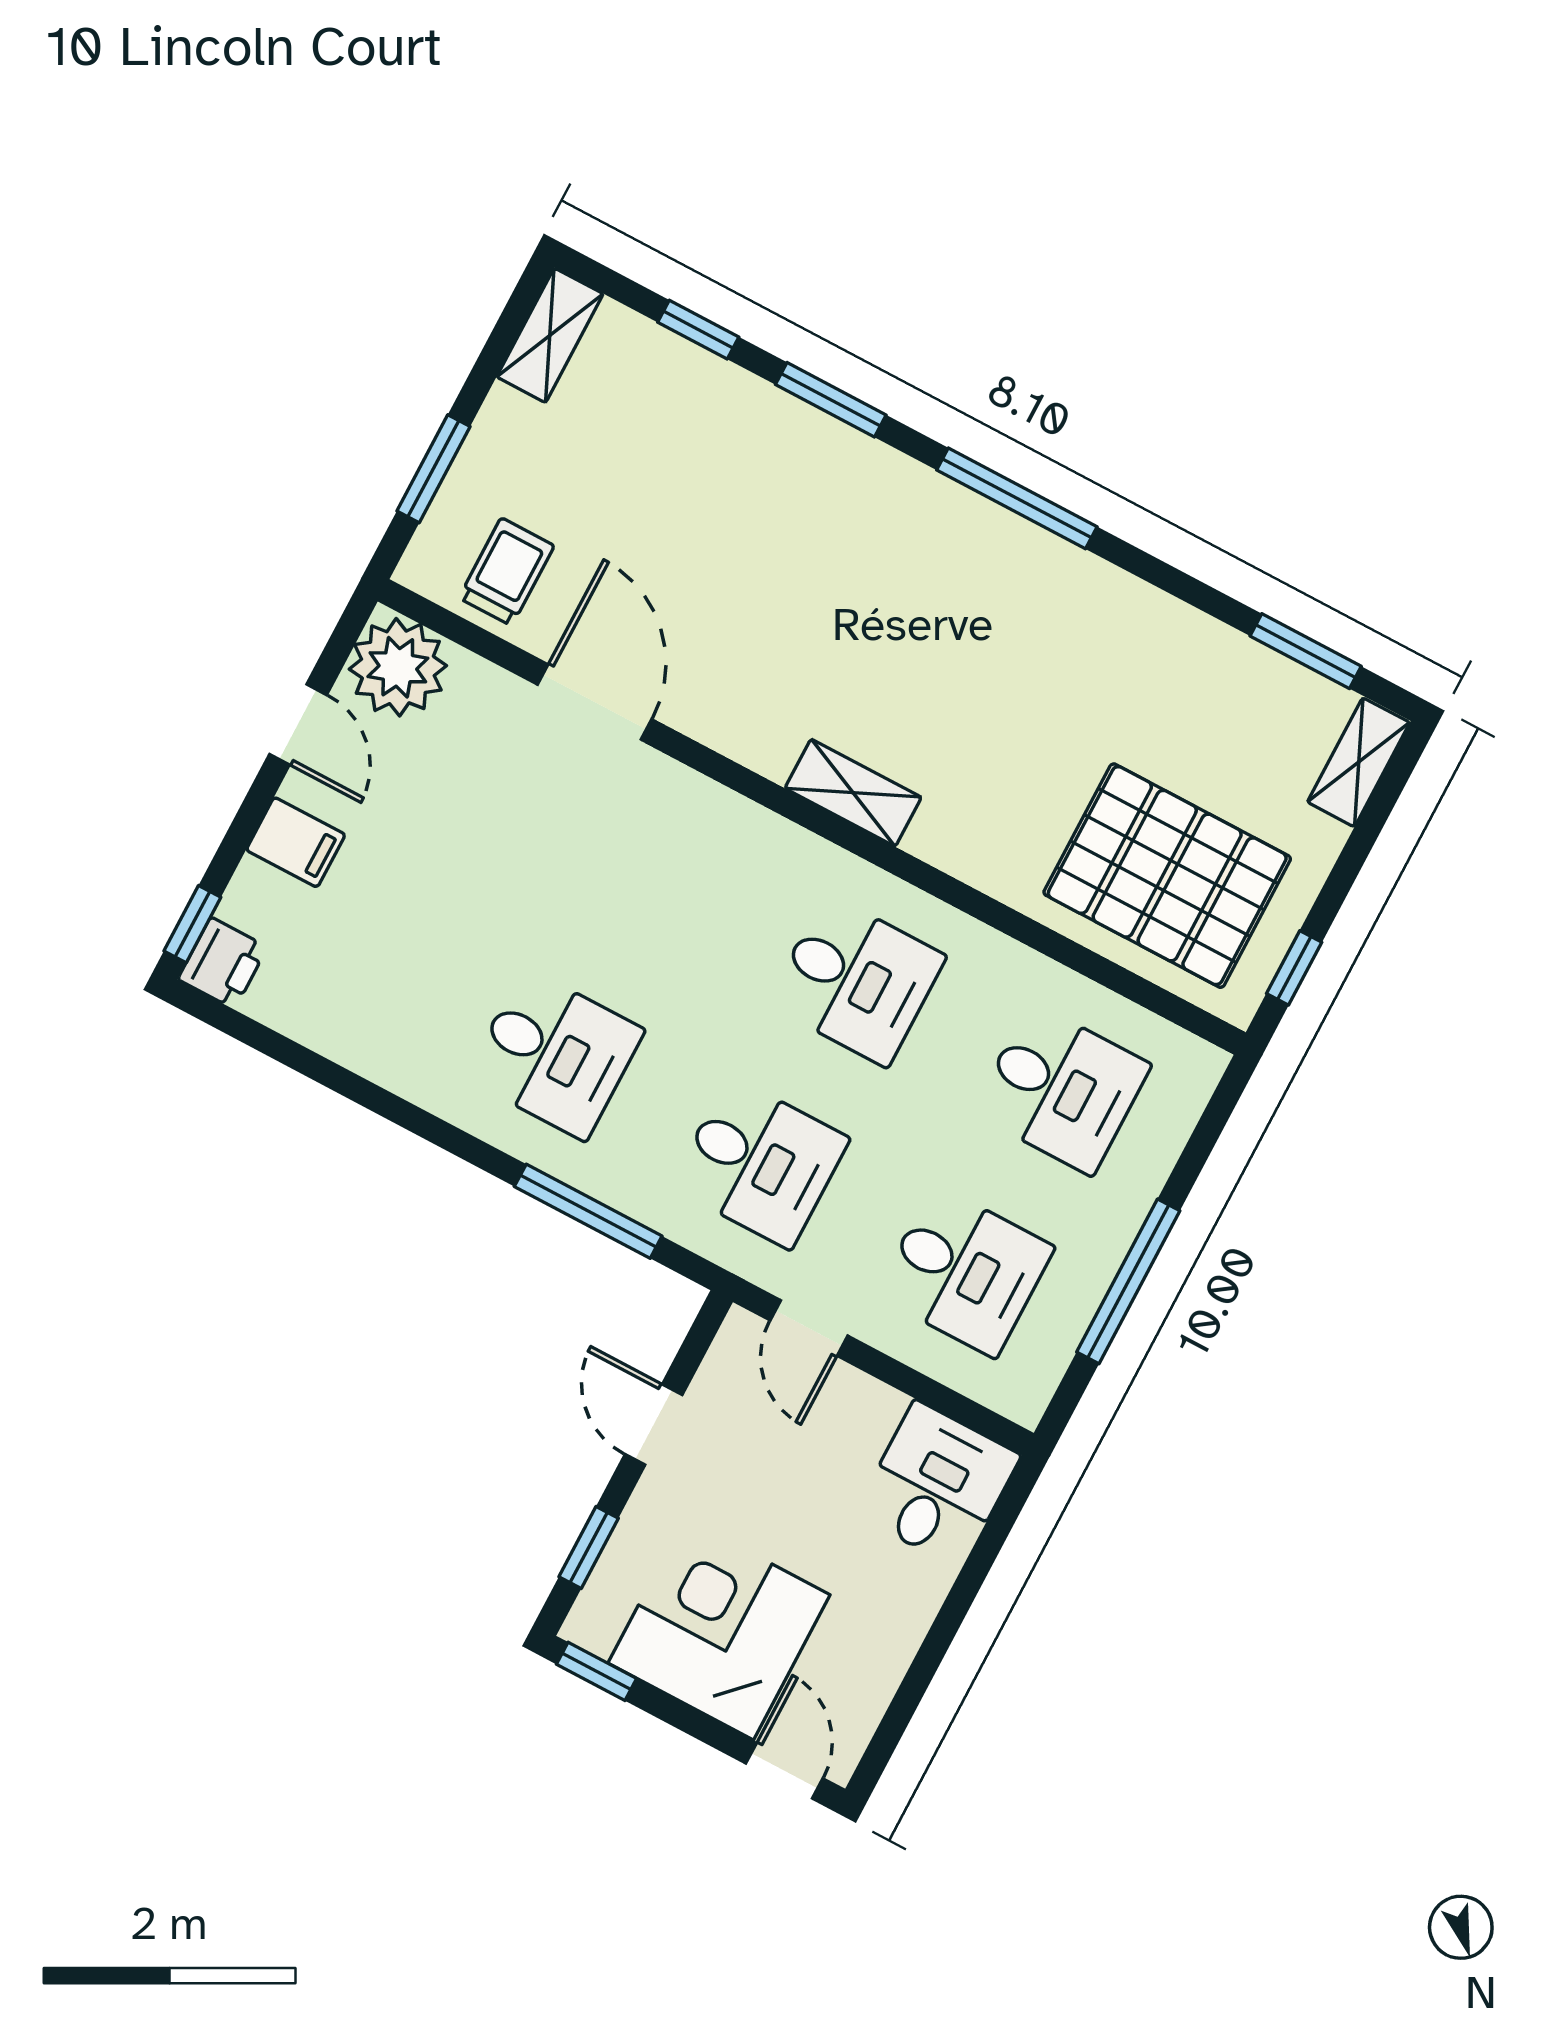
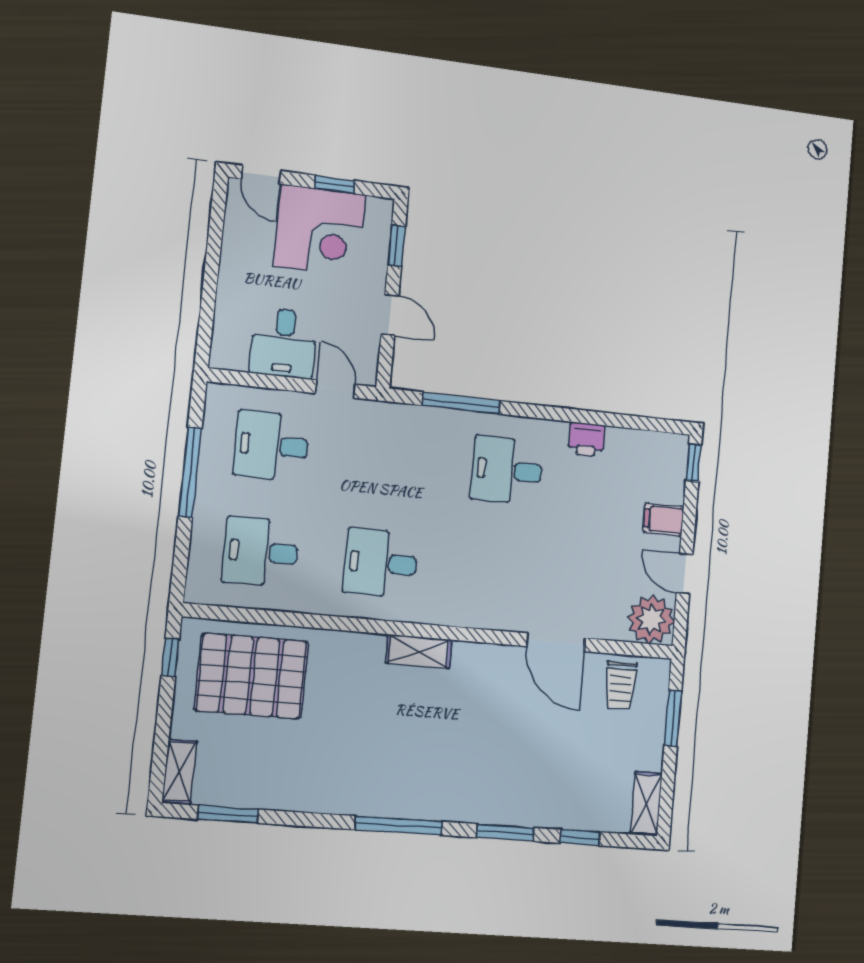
printer: (223, 963) -> (586, 439), moved, turned -90
desk: (760, 1163) -> (391, 458), removed
desk: (938, 1485) -> (284, 343), moved
window: (597, 1671) -> (335, 185), moved

